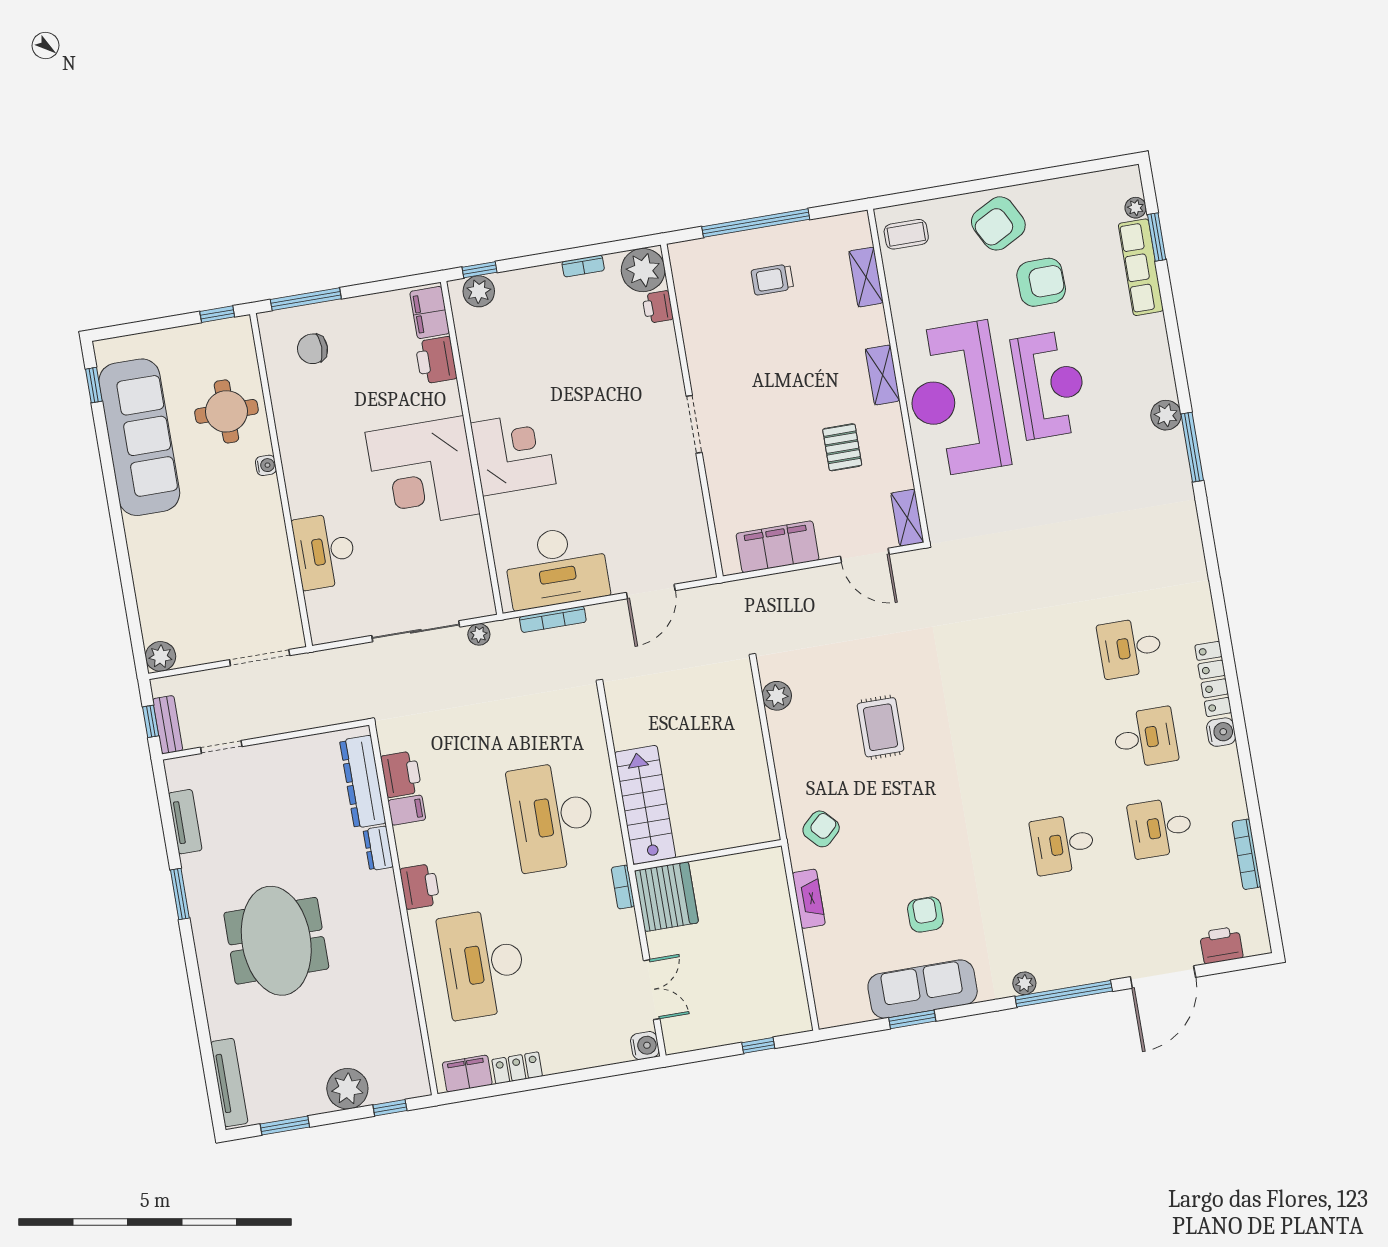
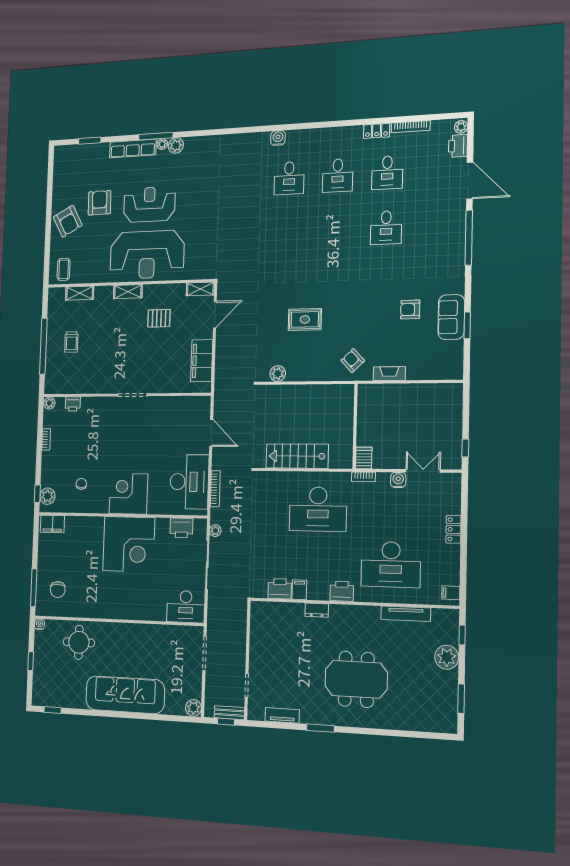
plant: (1136, 208) -> (162, 144), moved
row of seats: (1141, 267) -> (133, 148), moved
plant: (643, 270) -> (49, 403), width x0.53, depth x0.53
window: (217, 314) -> (31, 661), moved
chair: (514, 355) -> (81, 484), added
printer: (436, 360) -> (181, 528), moved
sofa: (139, 437) -> (125, 695), moved
window: (1192, 447) -> (156, 136), moved
water cooler: (266, 465) -> (39, 624), moved
desk: (325, 551) -> (186, 607), moved
locker: (1213, 679) -> (377, 131), moved, width x0.66
water cooler: (1221, 732) -> (278, 138), moved
desk: (1145, 738) -> (338, 175), turned 180
dresser: (363, 782) -> (280, 611), removed
stairs: (645, 805) -> (297, 456), moved
server rack: (666, 897) -> (364, 458), width x0.46, depth x0.70
plant: (1024, 983) -> (461, 127), moved
sofa: (923, 989) -> (451, 317), width x0.73
window: (758, 1045) -> (465, 448), moved
water cooler: (645, 1046) -> (398, 480), moved
locker: (517, 1068) -> (453, 529), moved
filing cabinet: (467, 1074) -> (451, 593), width x0.50
tv unit: (229, 1083) -> (406, 614), moved, turned 180

